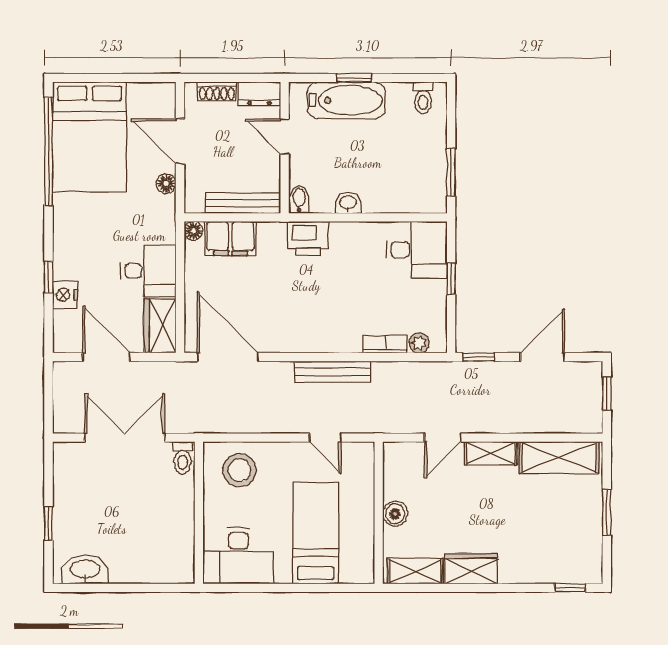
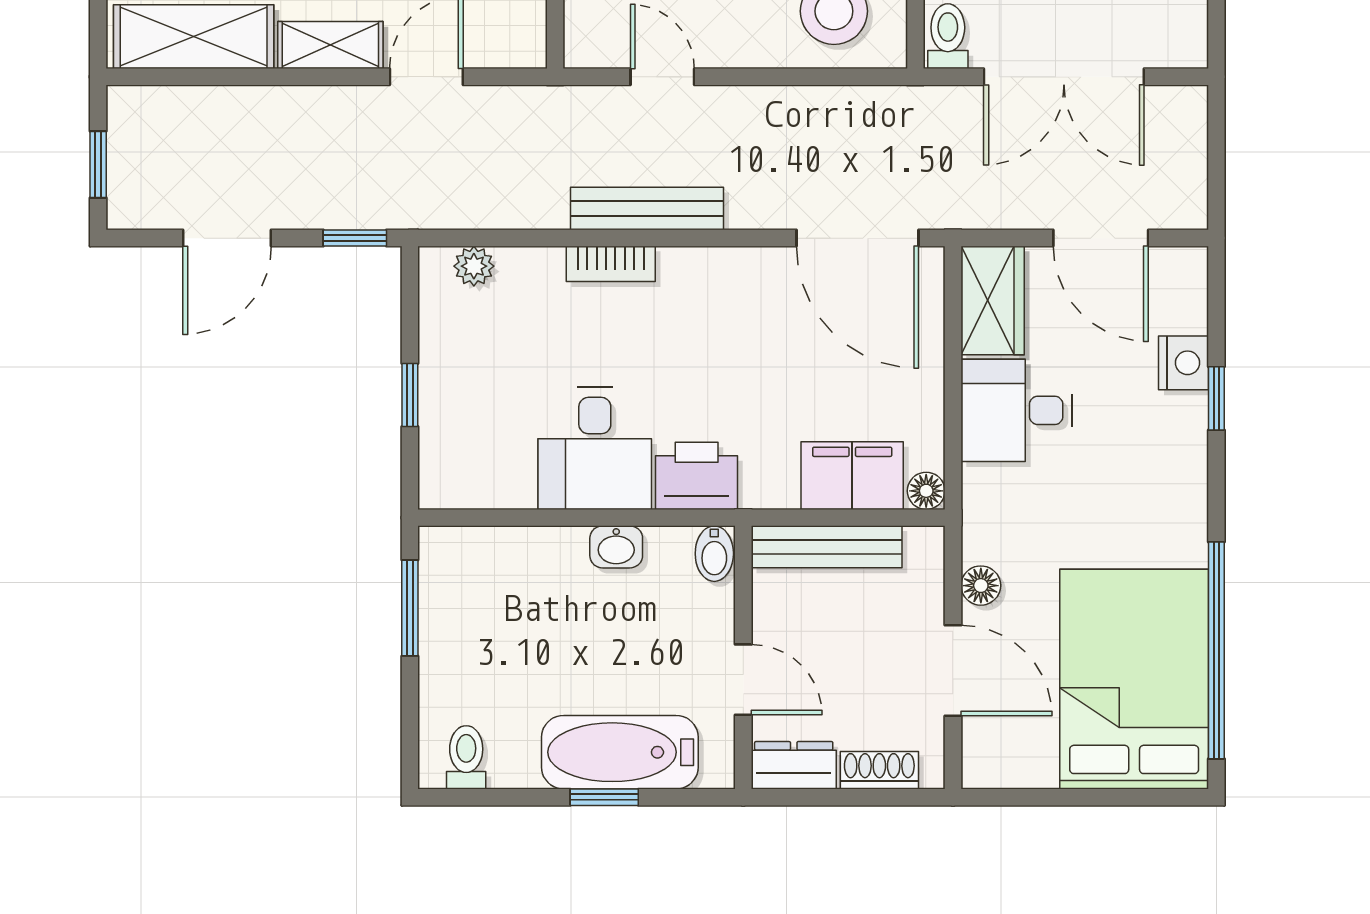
desk: (417, 250) -> (595, 449), moved, turned -90
bookcase: (385, 344) -> (611, 264), moved

